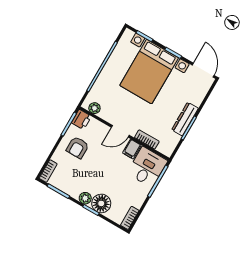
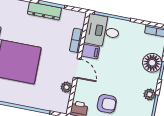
plant: (94, 108) -> (66, 87), moved
plant: (85, 198) -> (150, 94), moved

